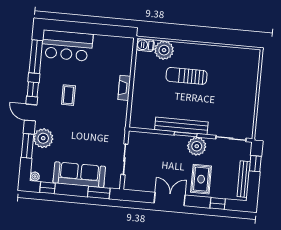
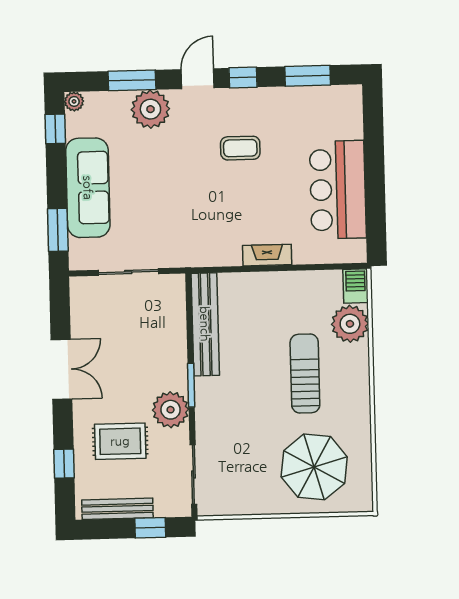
bar counter: (67, 46) -> (338, 190), moved
window: (36, 57) -> (308, 76), width x0.69
parasol: (234, 77) -> (314, 467), added
bench: (181, 126) -> (205, 324), moved
rug: (201, 179) -> (120, 441), moved

